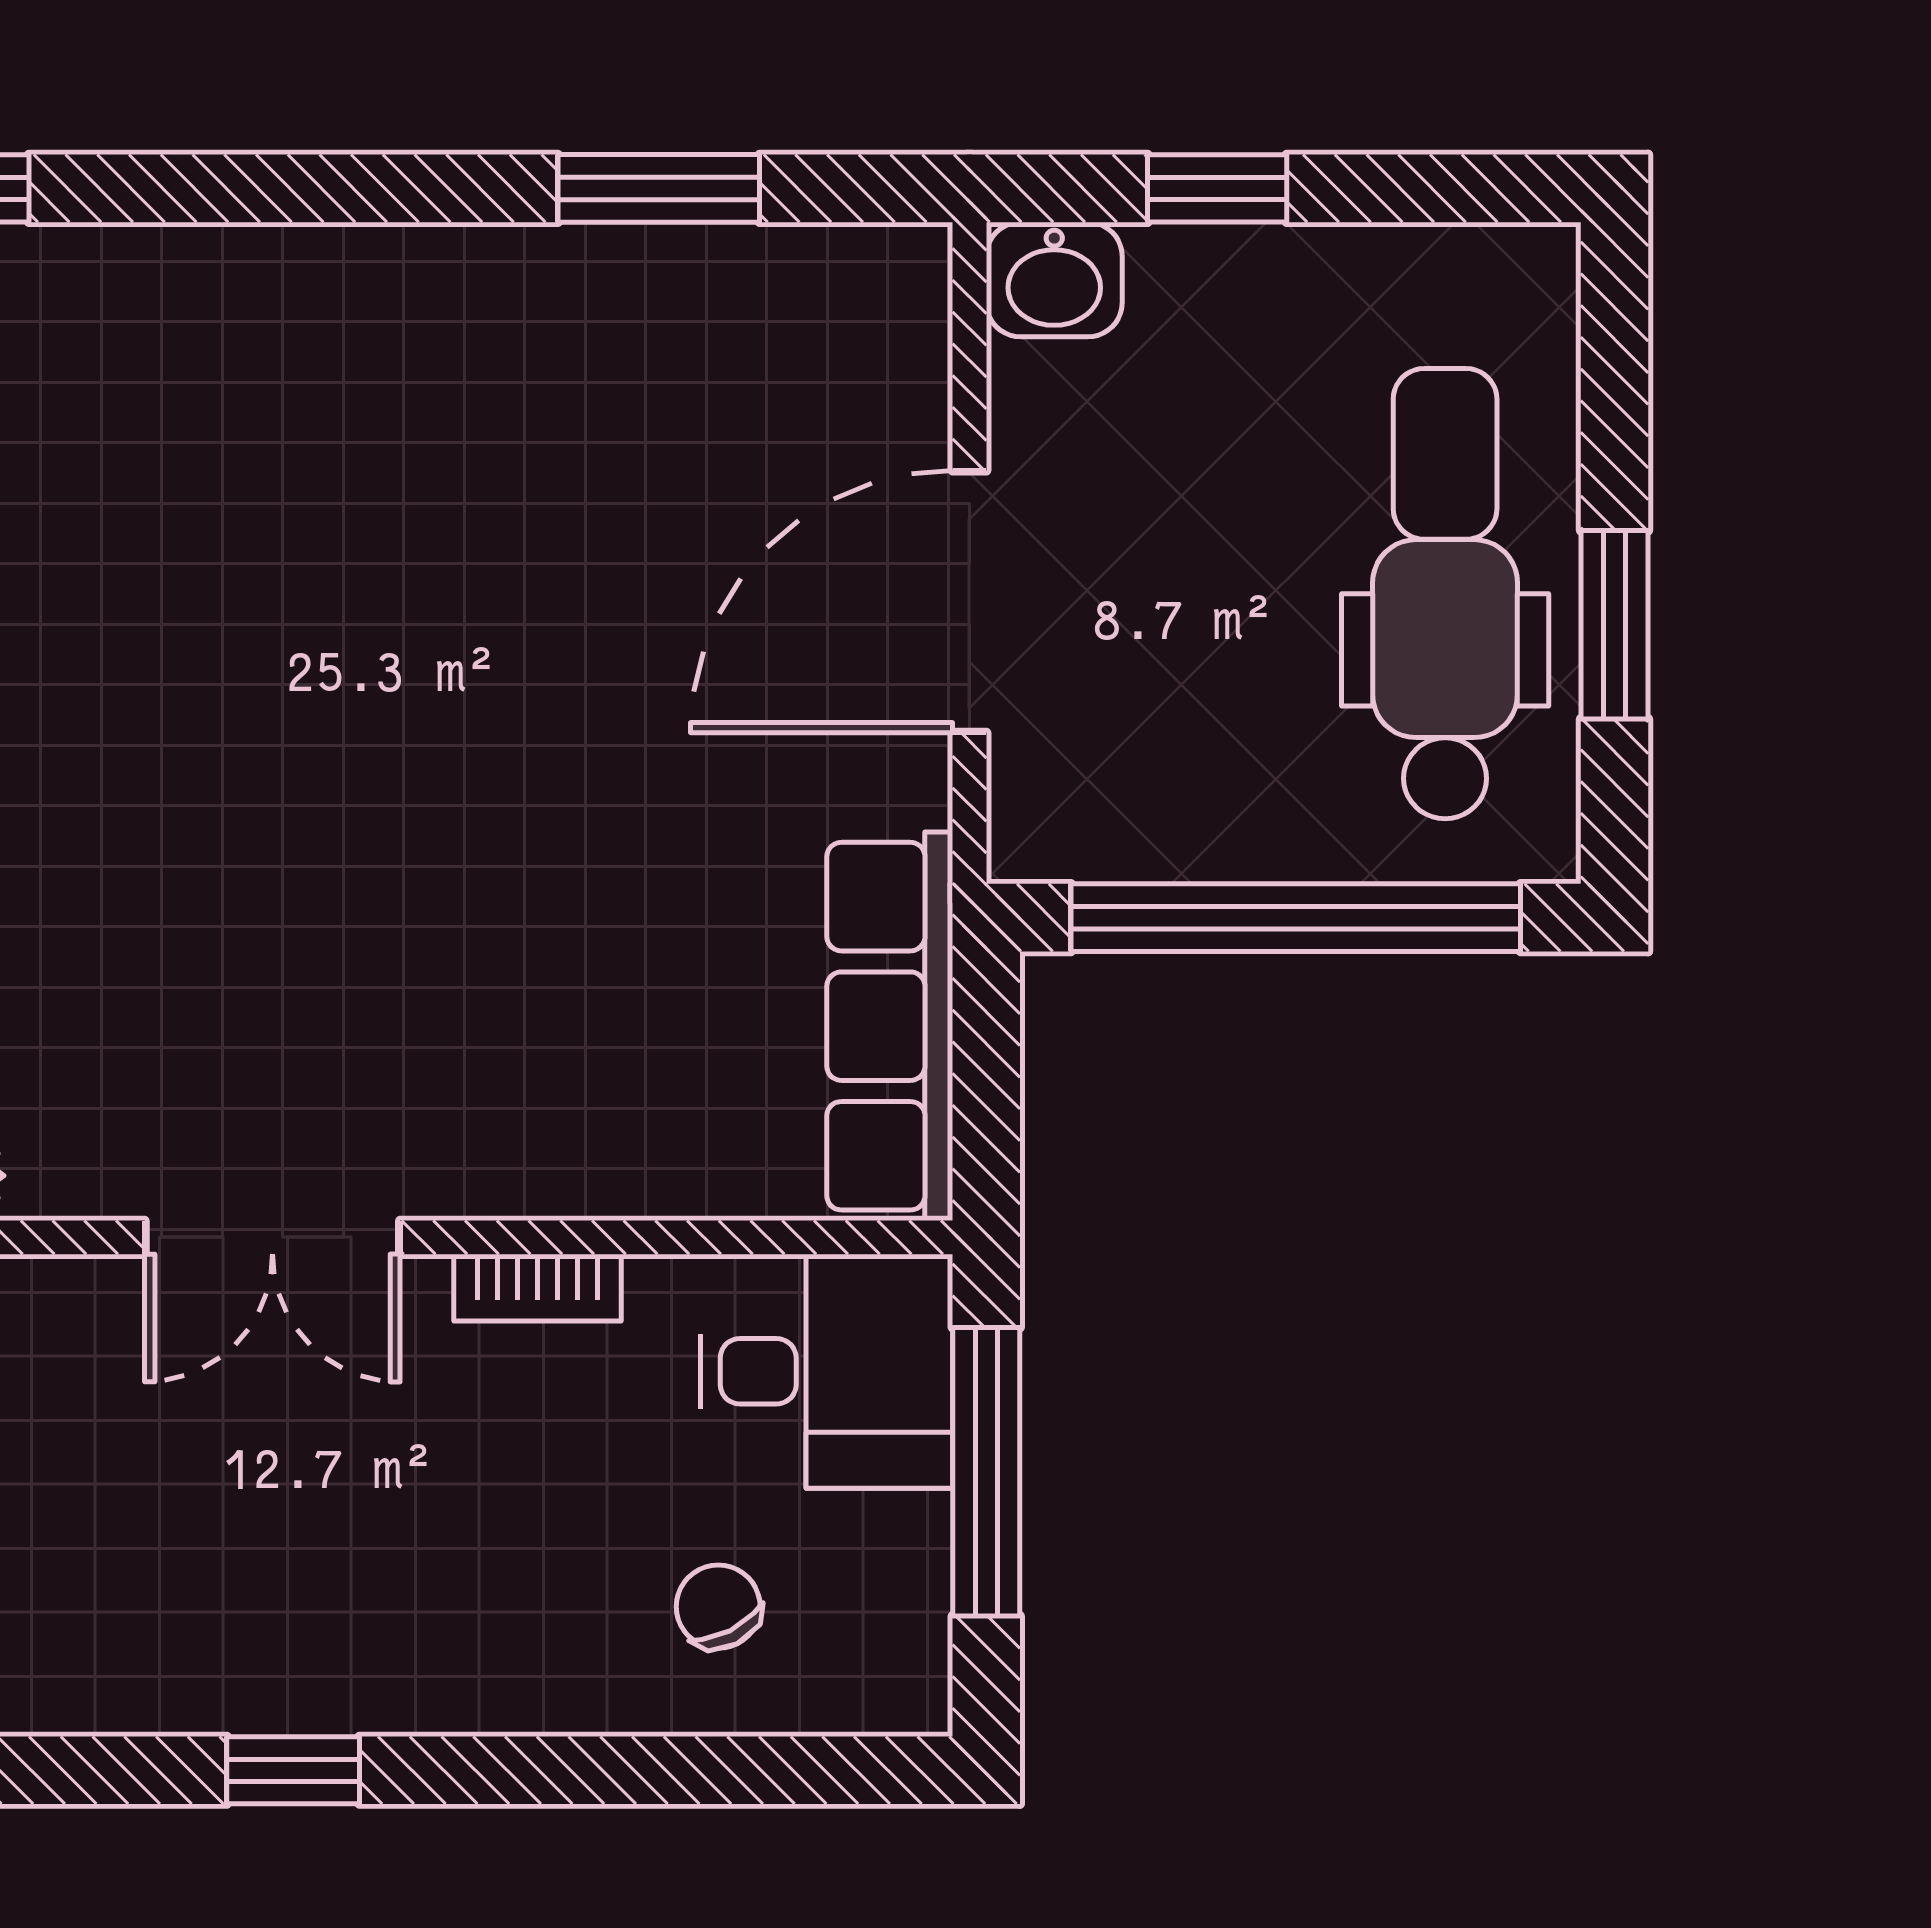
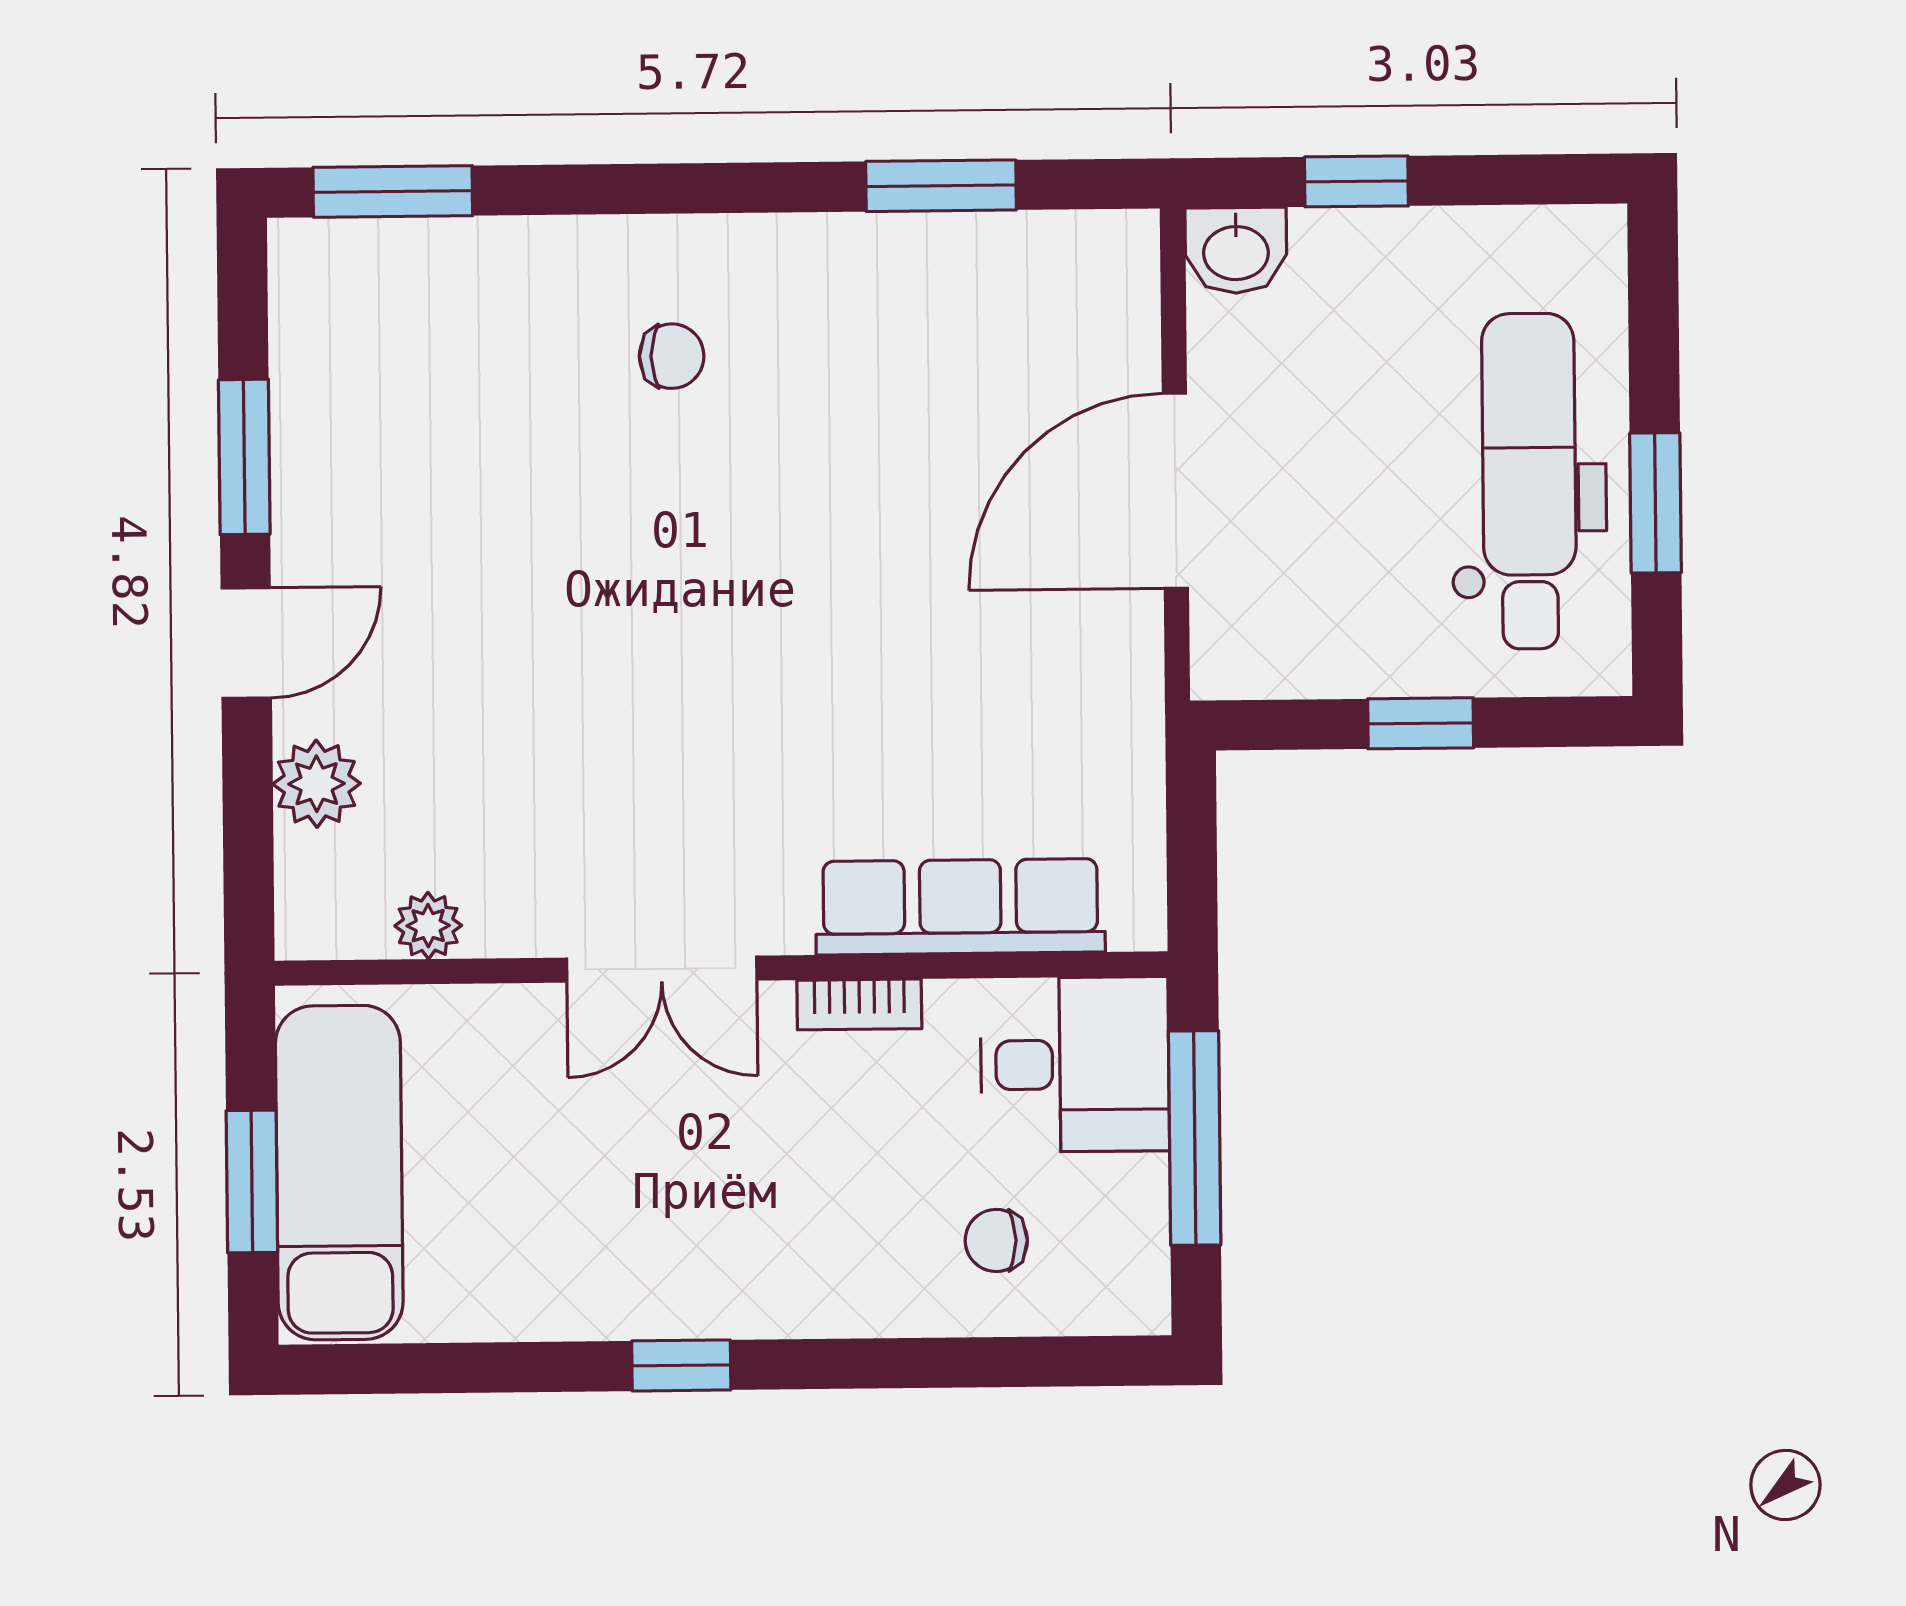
chair: (294, 414) -> (672, 356), added
window: (1296, 918) -> (1421, 723), width x0.32
row of seats: (890, 1026) -> (960, 907), moved, turned 90
chair: (718, 1607) -> (996, 1240), turned -63

